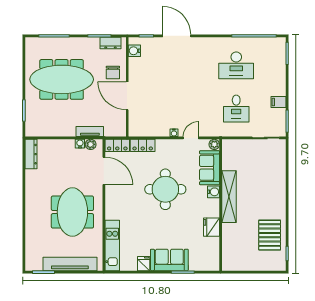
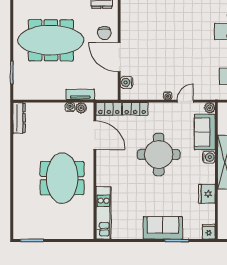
water cooler: (134, 51) -> (127, 82), moved
tv unit: (70, 264) -> (60, 232), removed
fridge: (144, 264) -> (209, 232), moved

